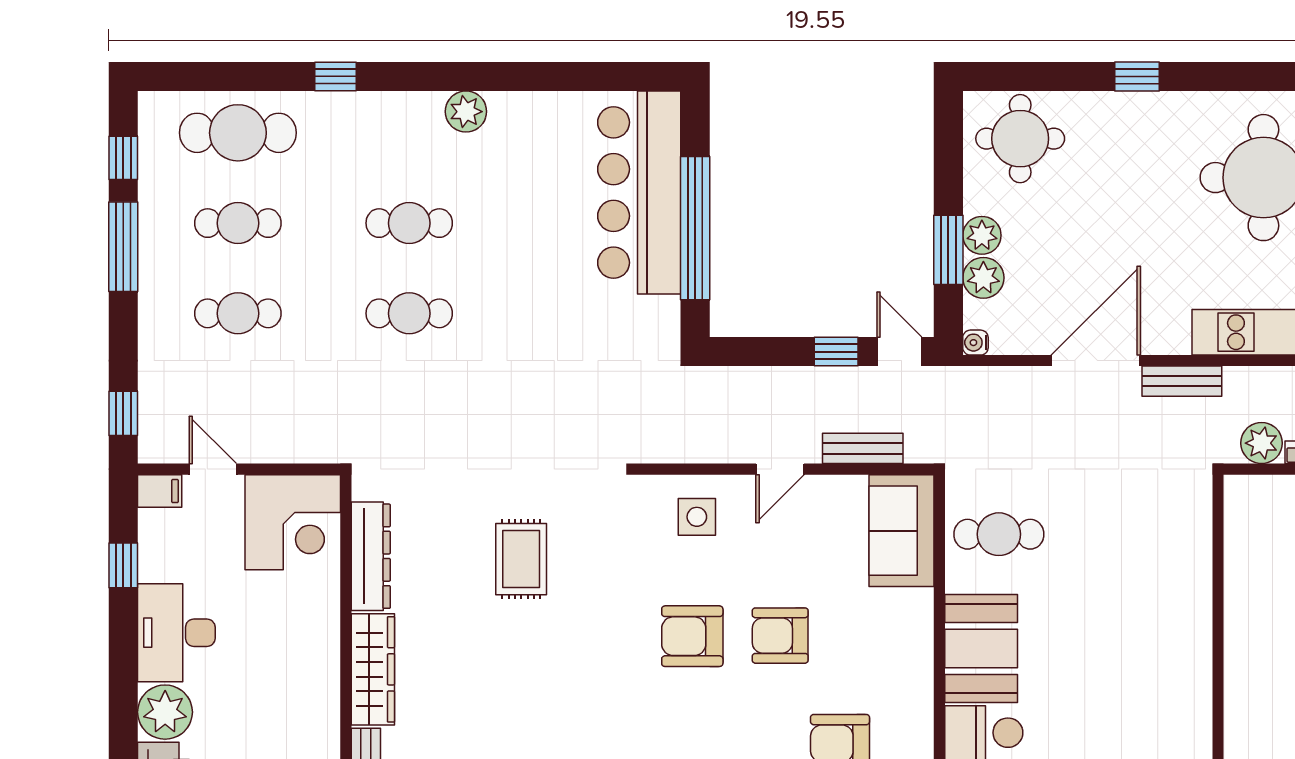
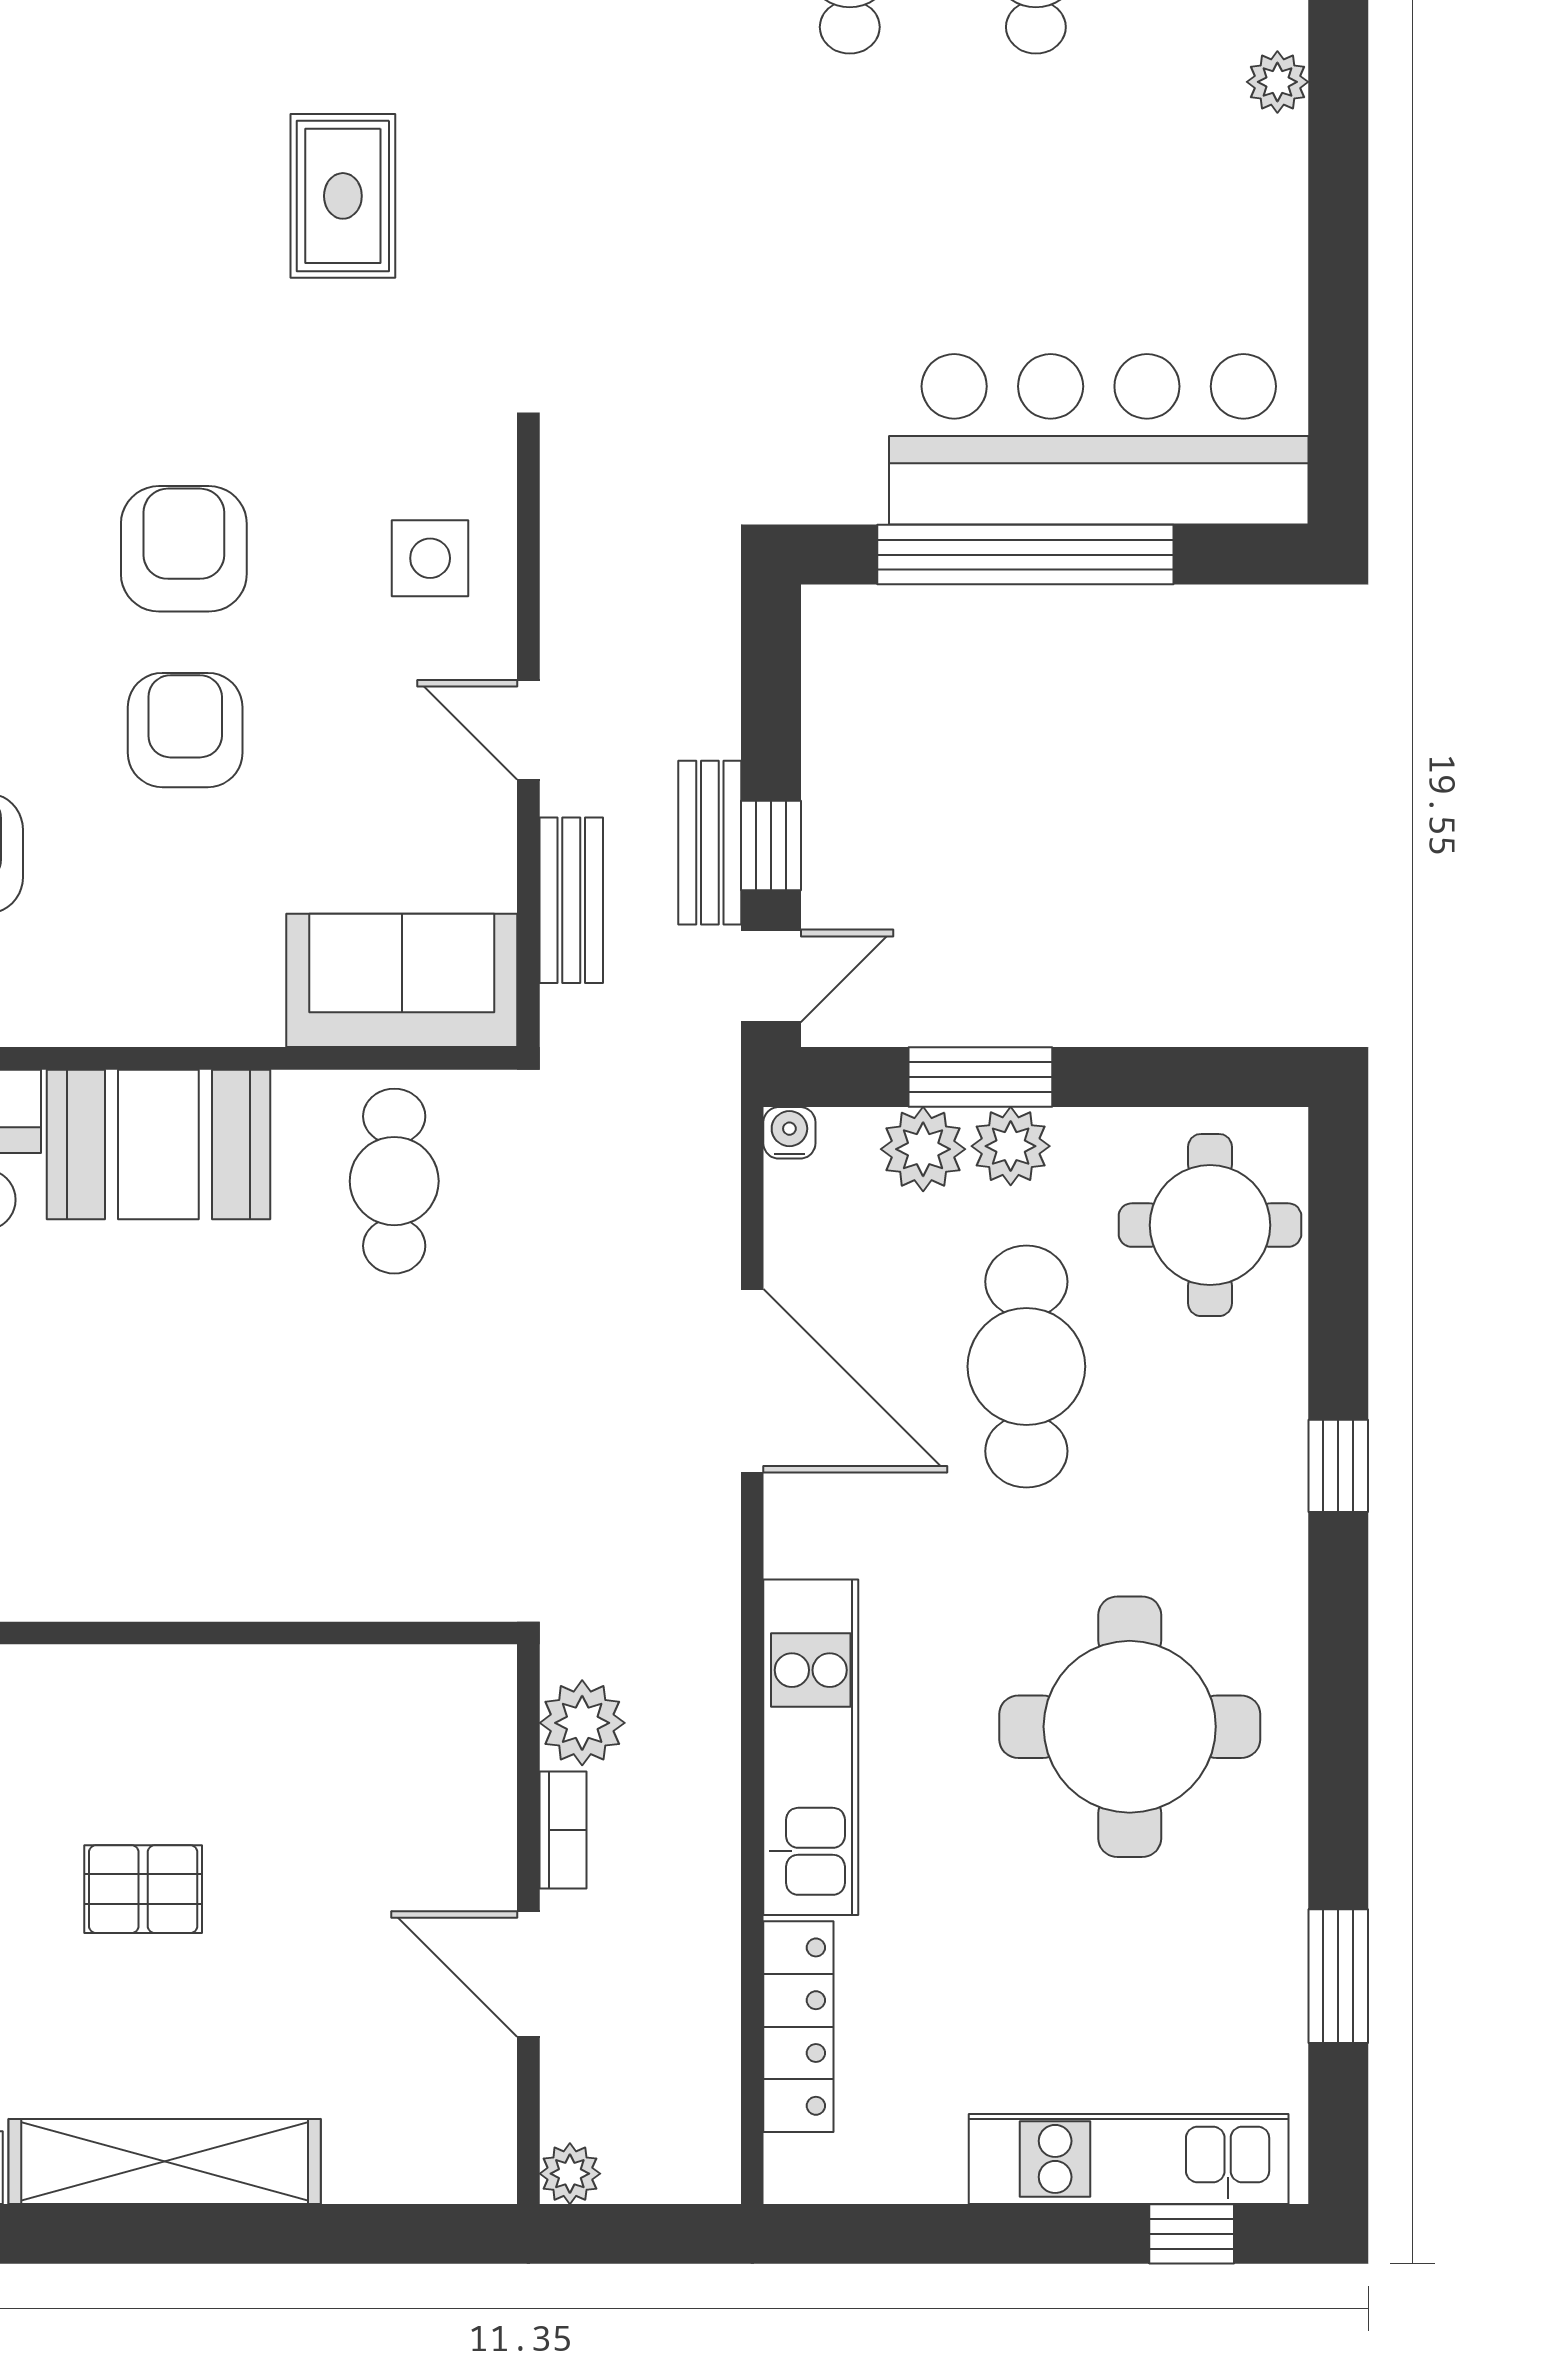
plant: (466, 112) -> (1277, 82), width x0.73, depth x0.73
cafe table: (1089, 228) -> (1026, 1366), added
bench: (1182, 381) -> (710, 843), moved
rug: (521, 559) -> (343, 196), turned 90

